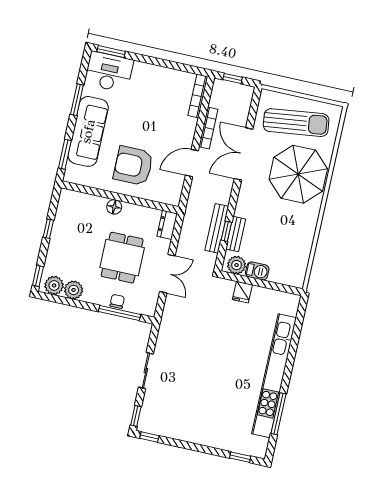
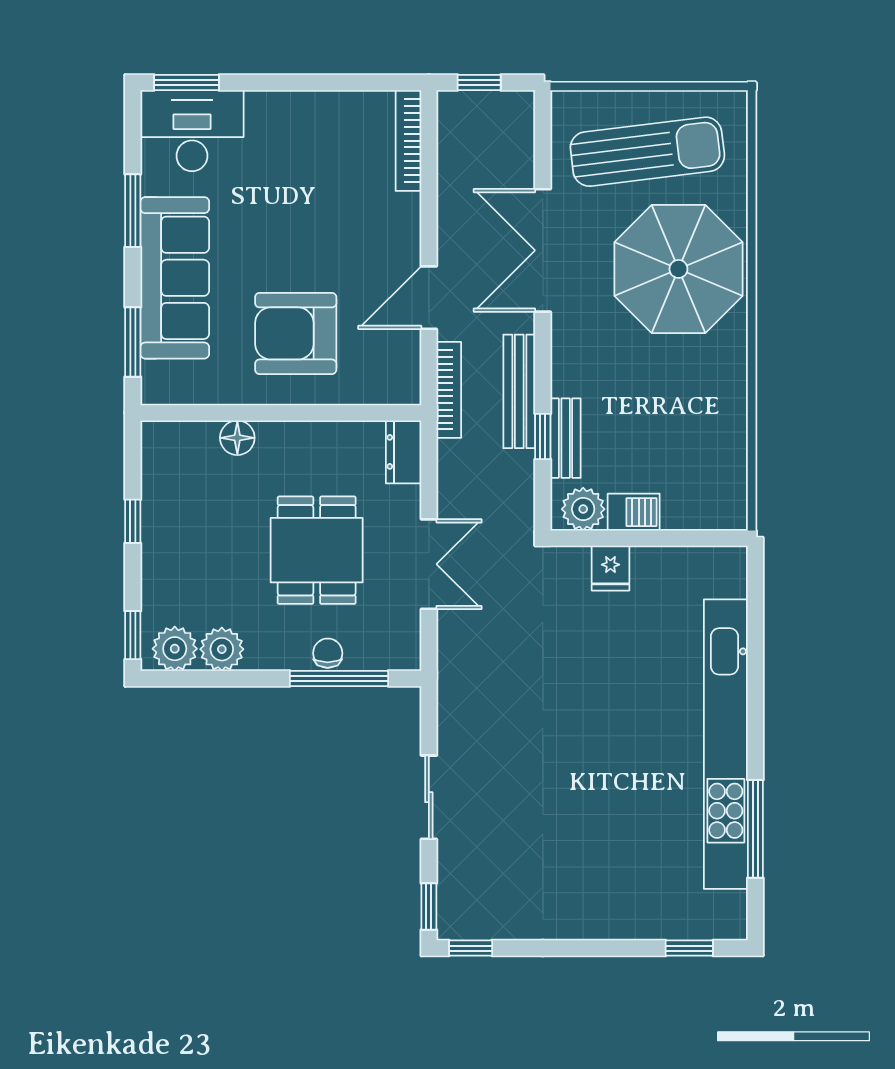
bookcase: (208, 128) -> (449, 390), moved
floor lamp: (114, 207) -> (237, 438), moved
bench: (217, 228) -> (519, 391), moved

